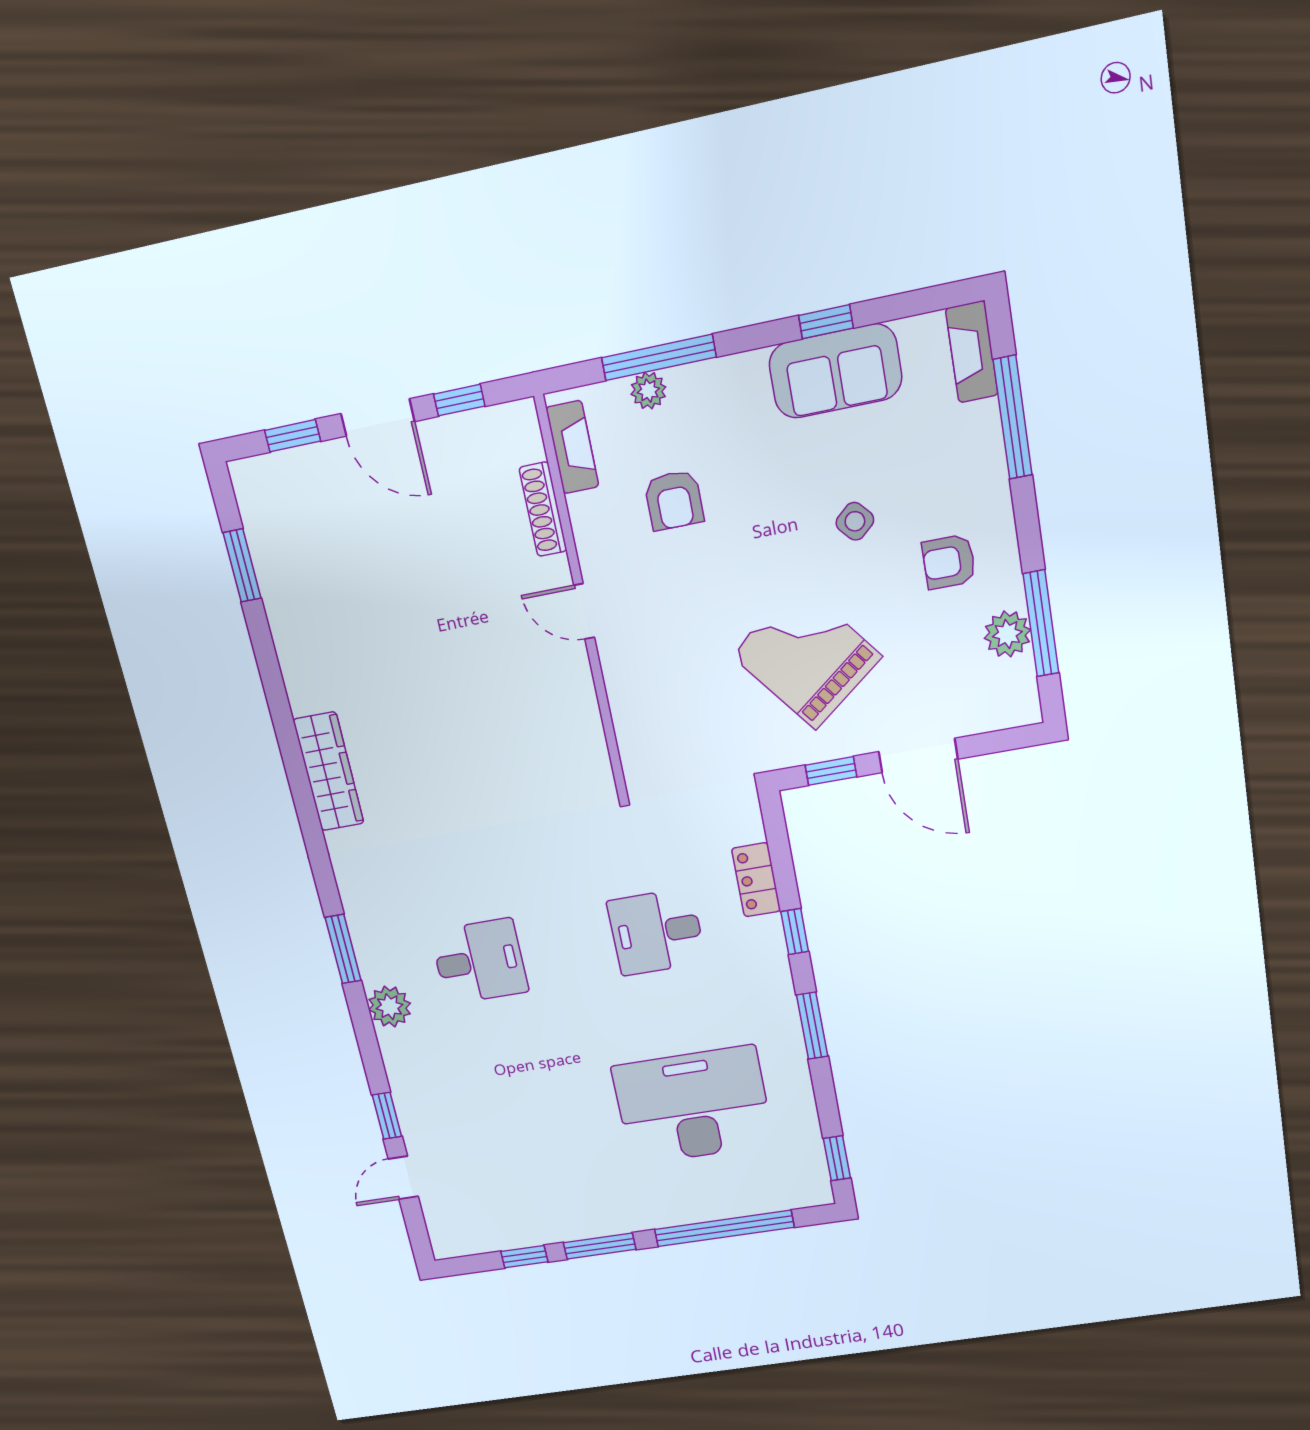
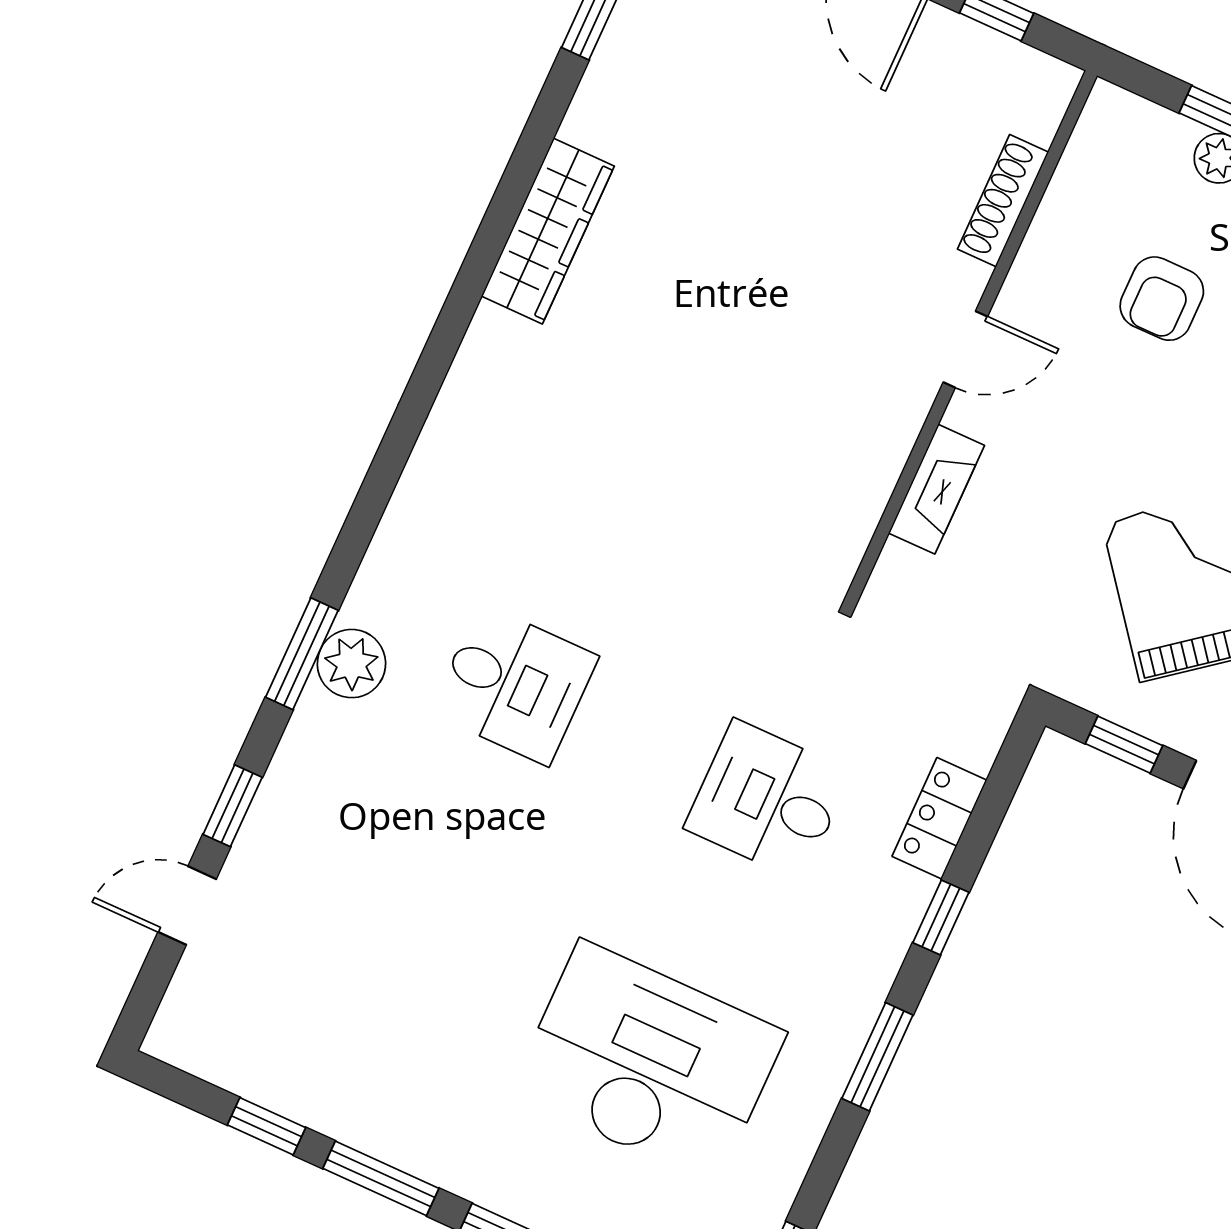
fireplace: (572, 447) -> (936, 489), moved
door: (584, 611) -> (965, 349), swing flipped
wardrobe: (329, 772) -> (548, 231), moved
window: (343, 949) -> (302, 654), moved

